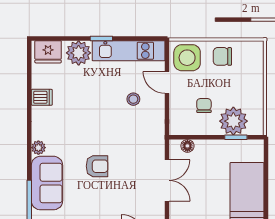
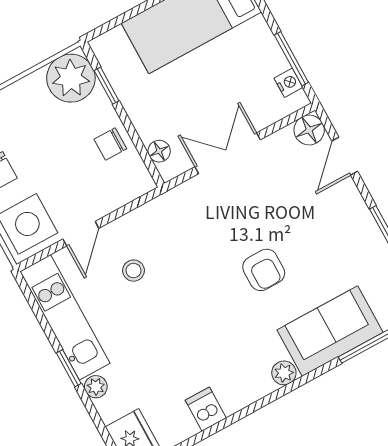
plant: (79, 53) -> (96, 387), width x0.53, depth x0.53
chair: (204, 106) -> (110, 144), moved
plant: (233, 121) -> (71, 78), moved
armchair: (97, 166) -> (264, 270), turned 180

